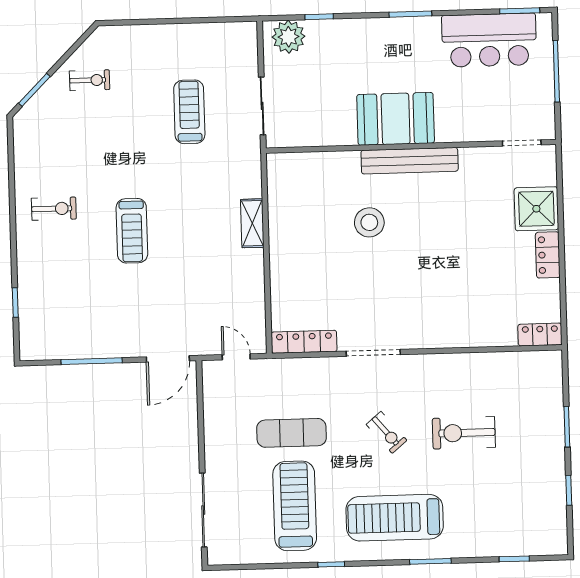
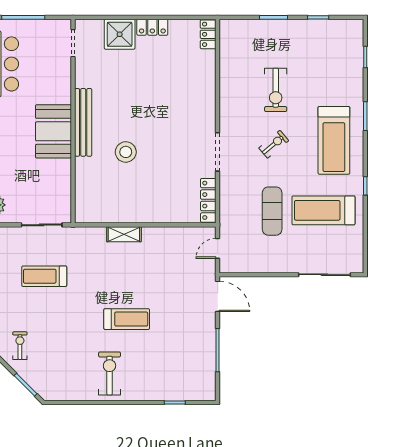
exercise bike: (54, 209) -> (110, 373), width x1.38, depth x1.39

